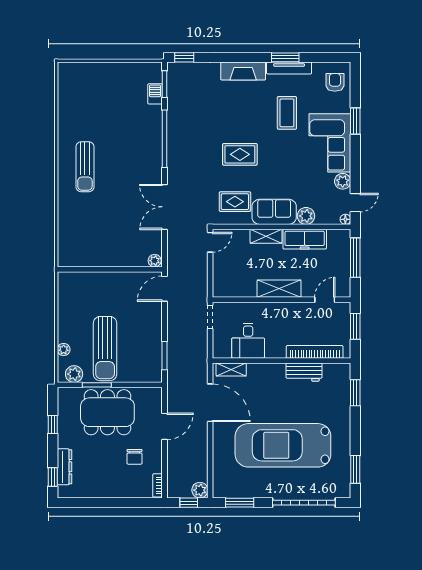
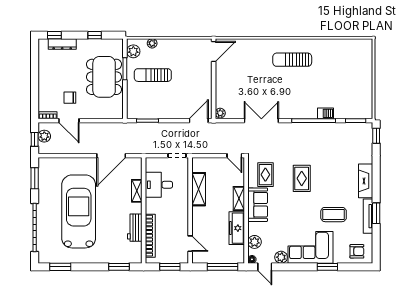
barbecue: (155, 94) -> (326, 113), moved
plant: (306, 216) -> (255, 242), moved
door: (74, 269) -> (214, 51), added
door: (165, 289) -> (199, 121), hinge flipped
shelving: (279, 289) -> (199, 189), moved
sun lounger: (105, 349) -> (153, 75), width x0.73, depth x0.75
shelving: (231, 370) -> (137, 191), moved
door: (165, 426) -> (69, 121), moved
plant: (200, 490) -> (44, 136), moved

